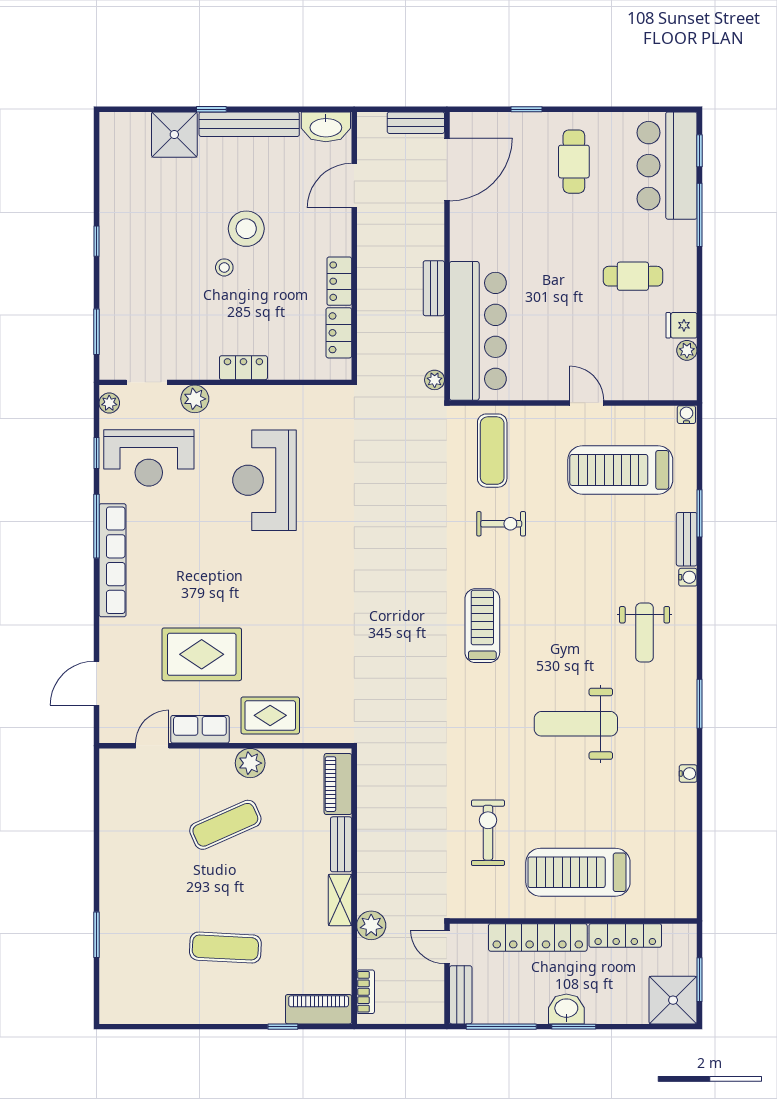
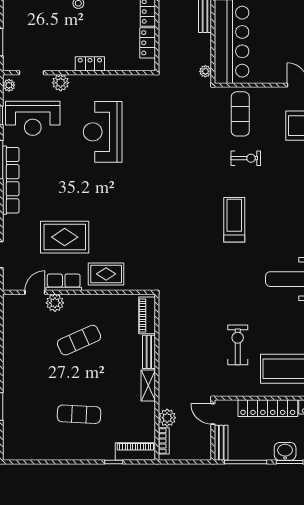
plant: (250, 763) -> (55, 303), moved
plant: (371, 925) -> (167, 418), moved

